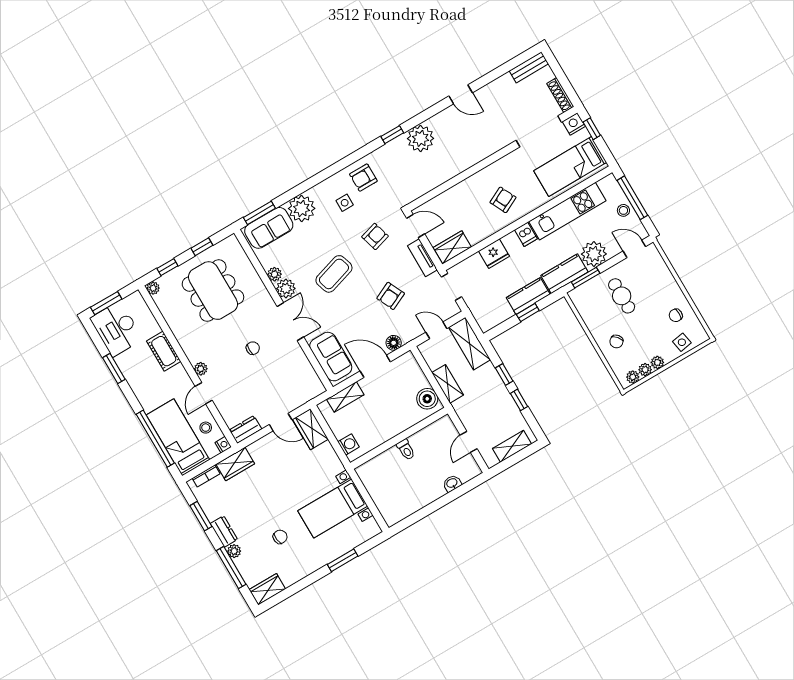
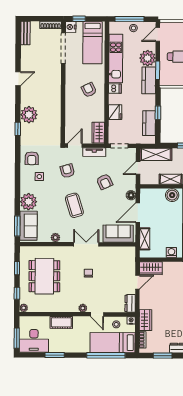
plant: (286, 288) -> (67, 236), removed
dining table: (213, 291) -> (44, 276), turned 90
kitchen counter: (528, 296) -> (149, 123), moved

